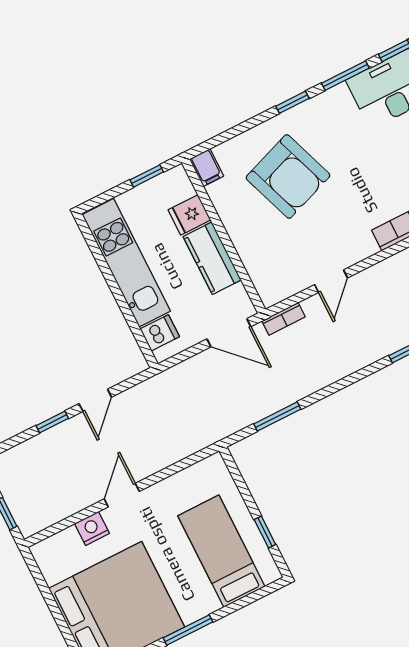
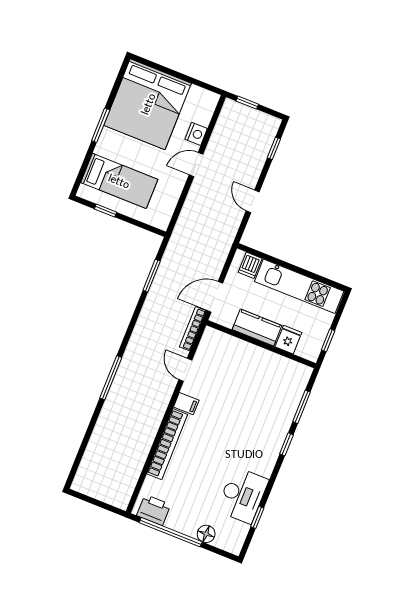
window: (345, 76) -> (301, 407), moved
filing cabinet: (206, 168) -> (186, 404), moved, turned 180
armchair: (288, 177) -> (255, 404), removed
bookcase: (284, 319) -> (193, 329), width x1.56
window: (52, 422) -> (274, 148), moved
door: (122, 495) -> (196, 165), swing flipped

